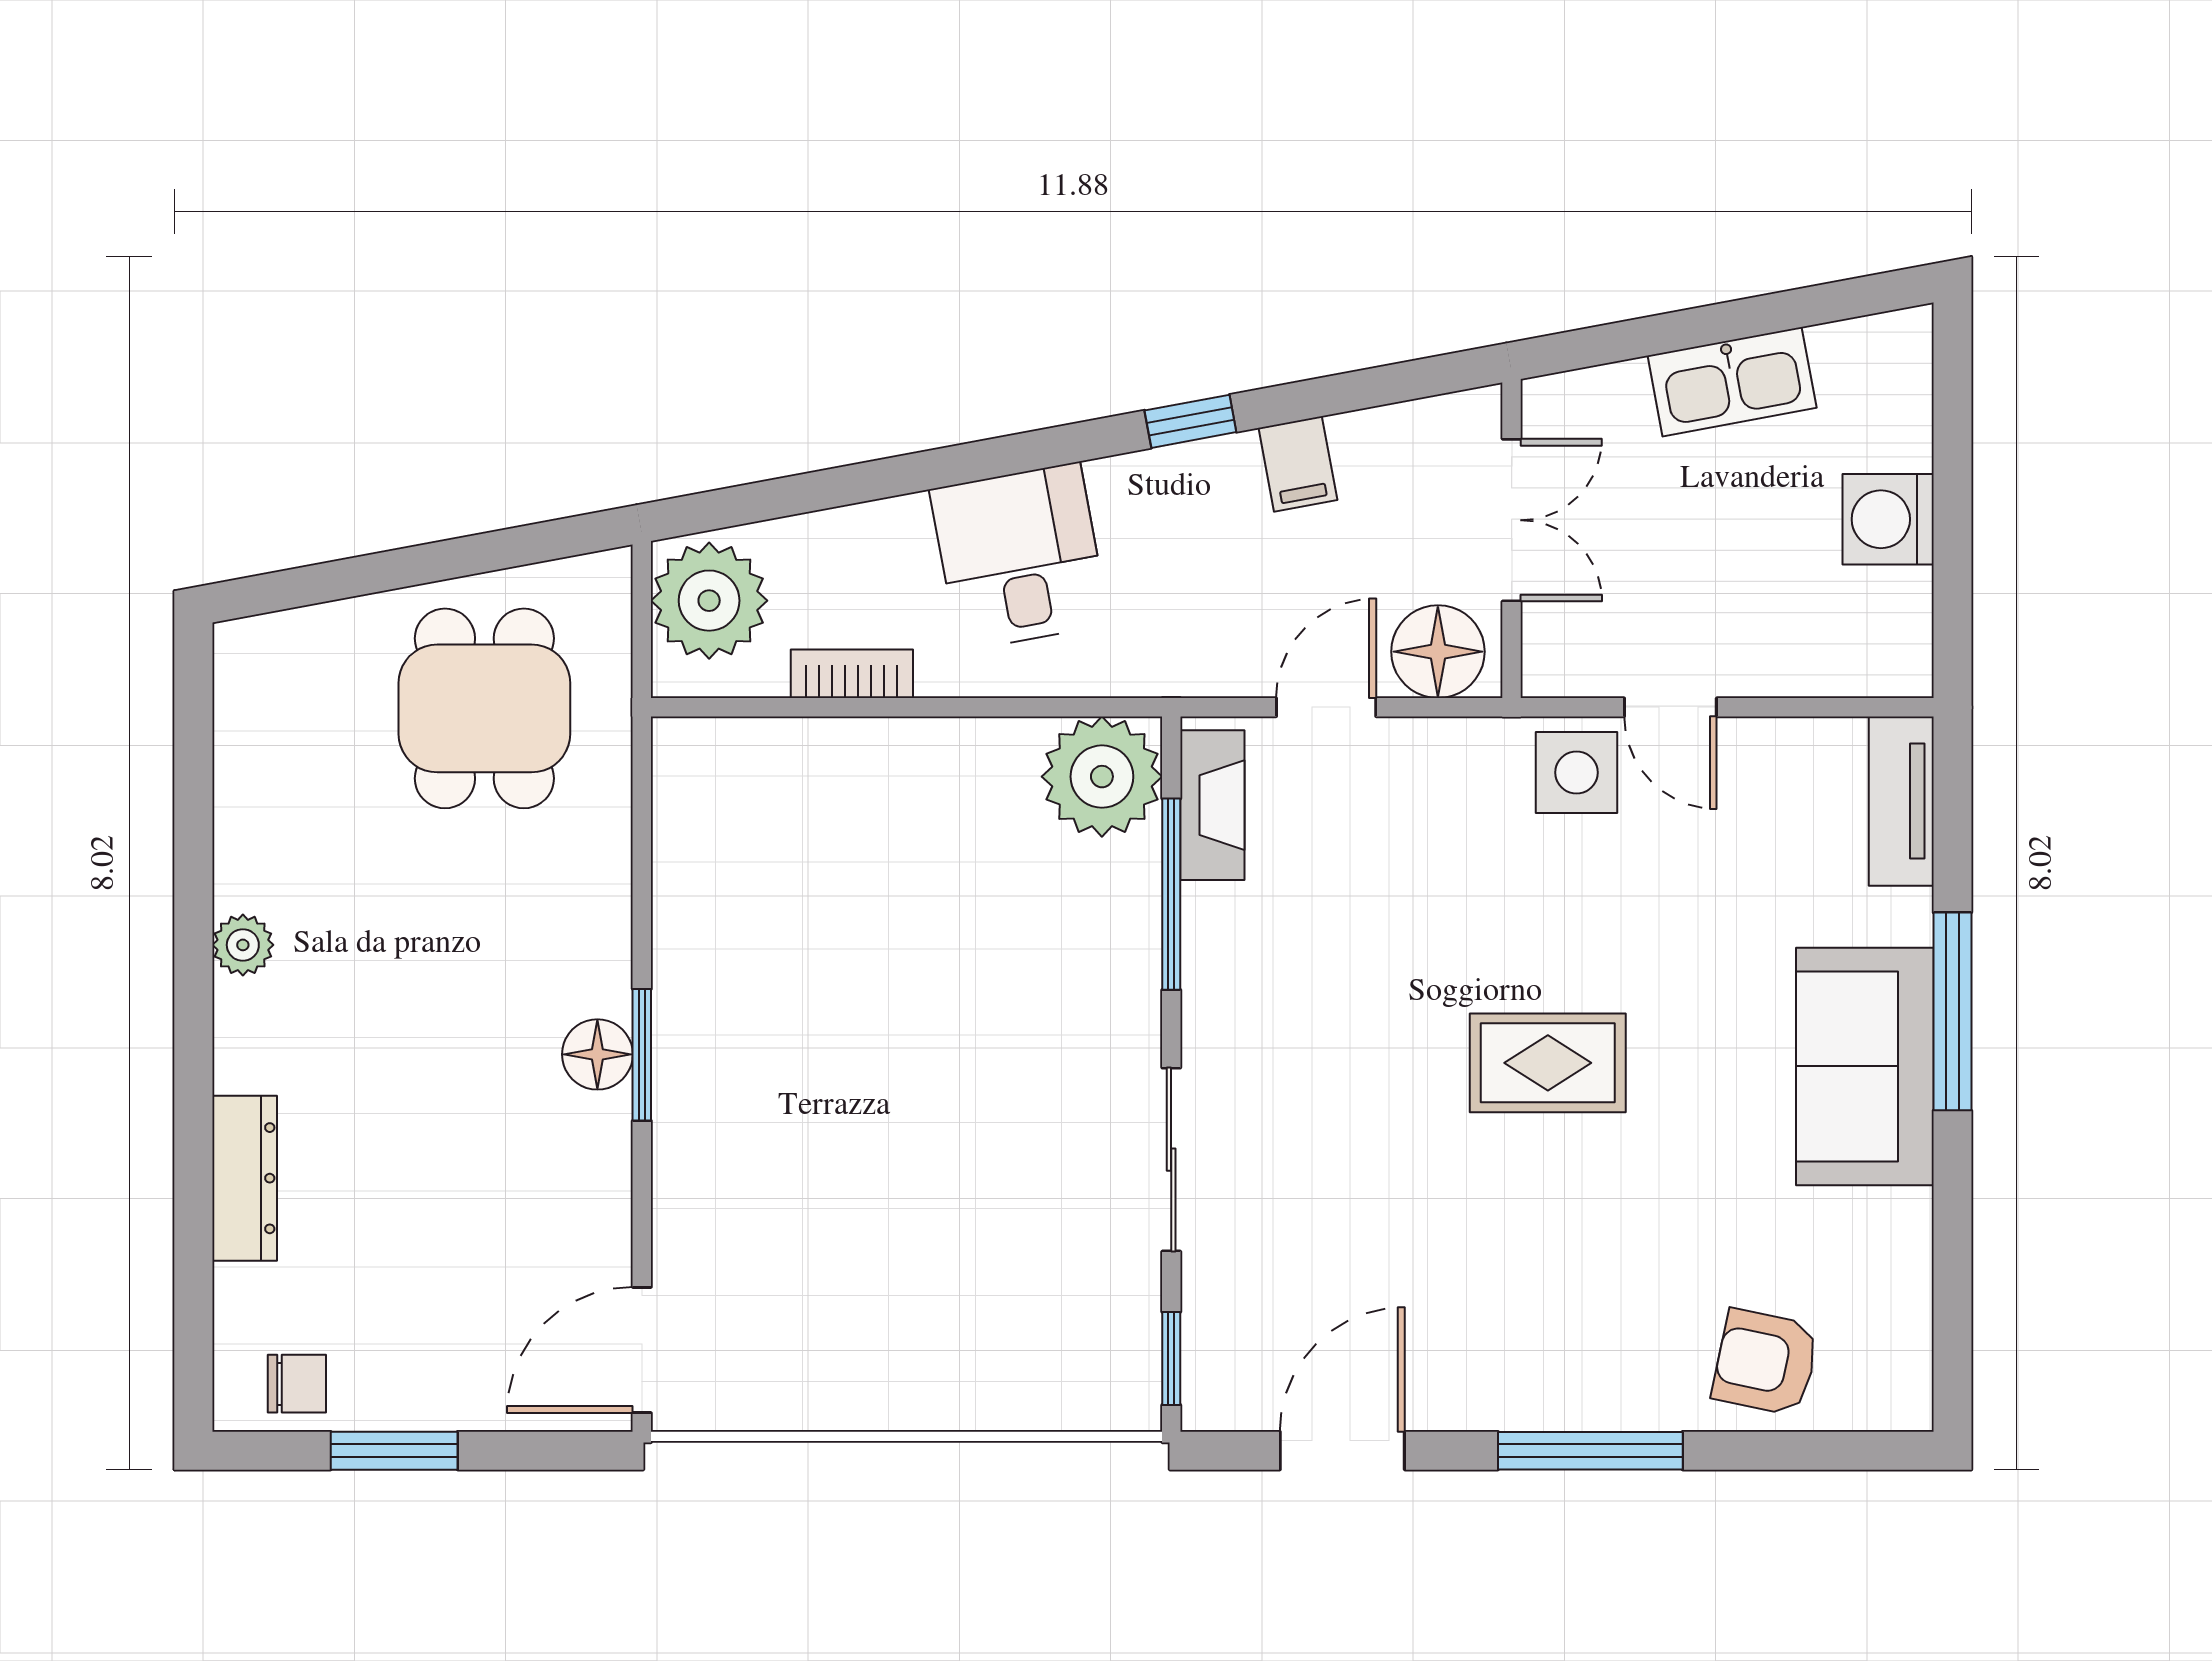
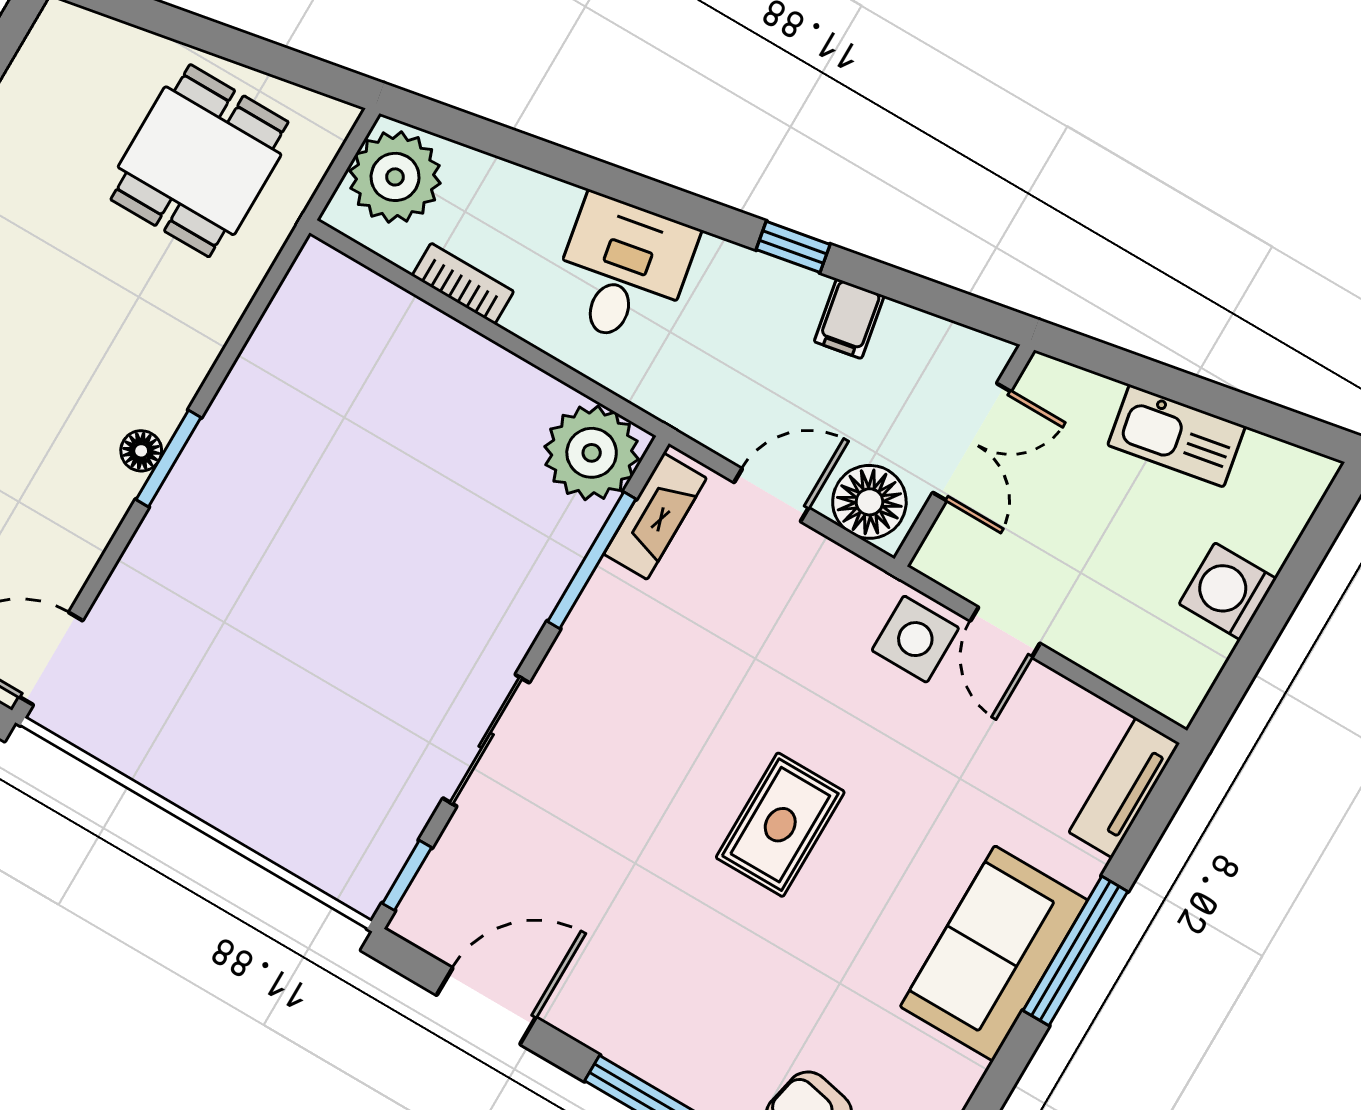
floor lamp: (597, 1054) -> (141, 451), width x0.73, depth x0.73
rug: (1548, 1063) -> (780, 825), turned 90

